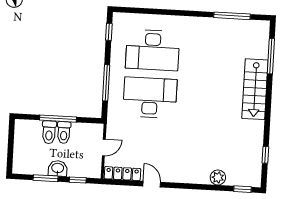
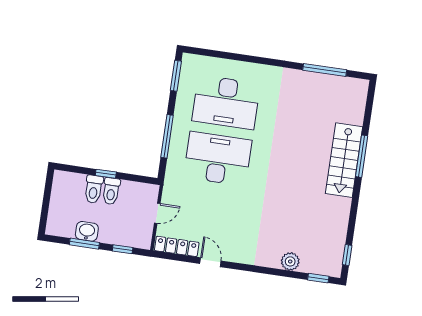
window: (109, 32) -> (176, 76), width x1.50
window: (271, 56) -> (362, 156), moved
window: (58, 119) -> (106, 174), width x0.46
window: (265, 155) -> (347, 255), moved
washbasin: (58, 168) -> (87, 231), moved

